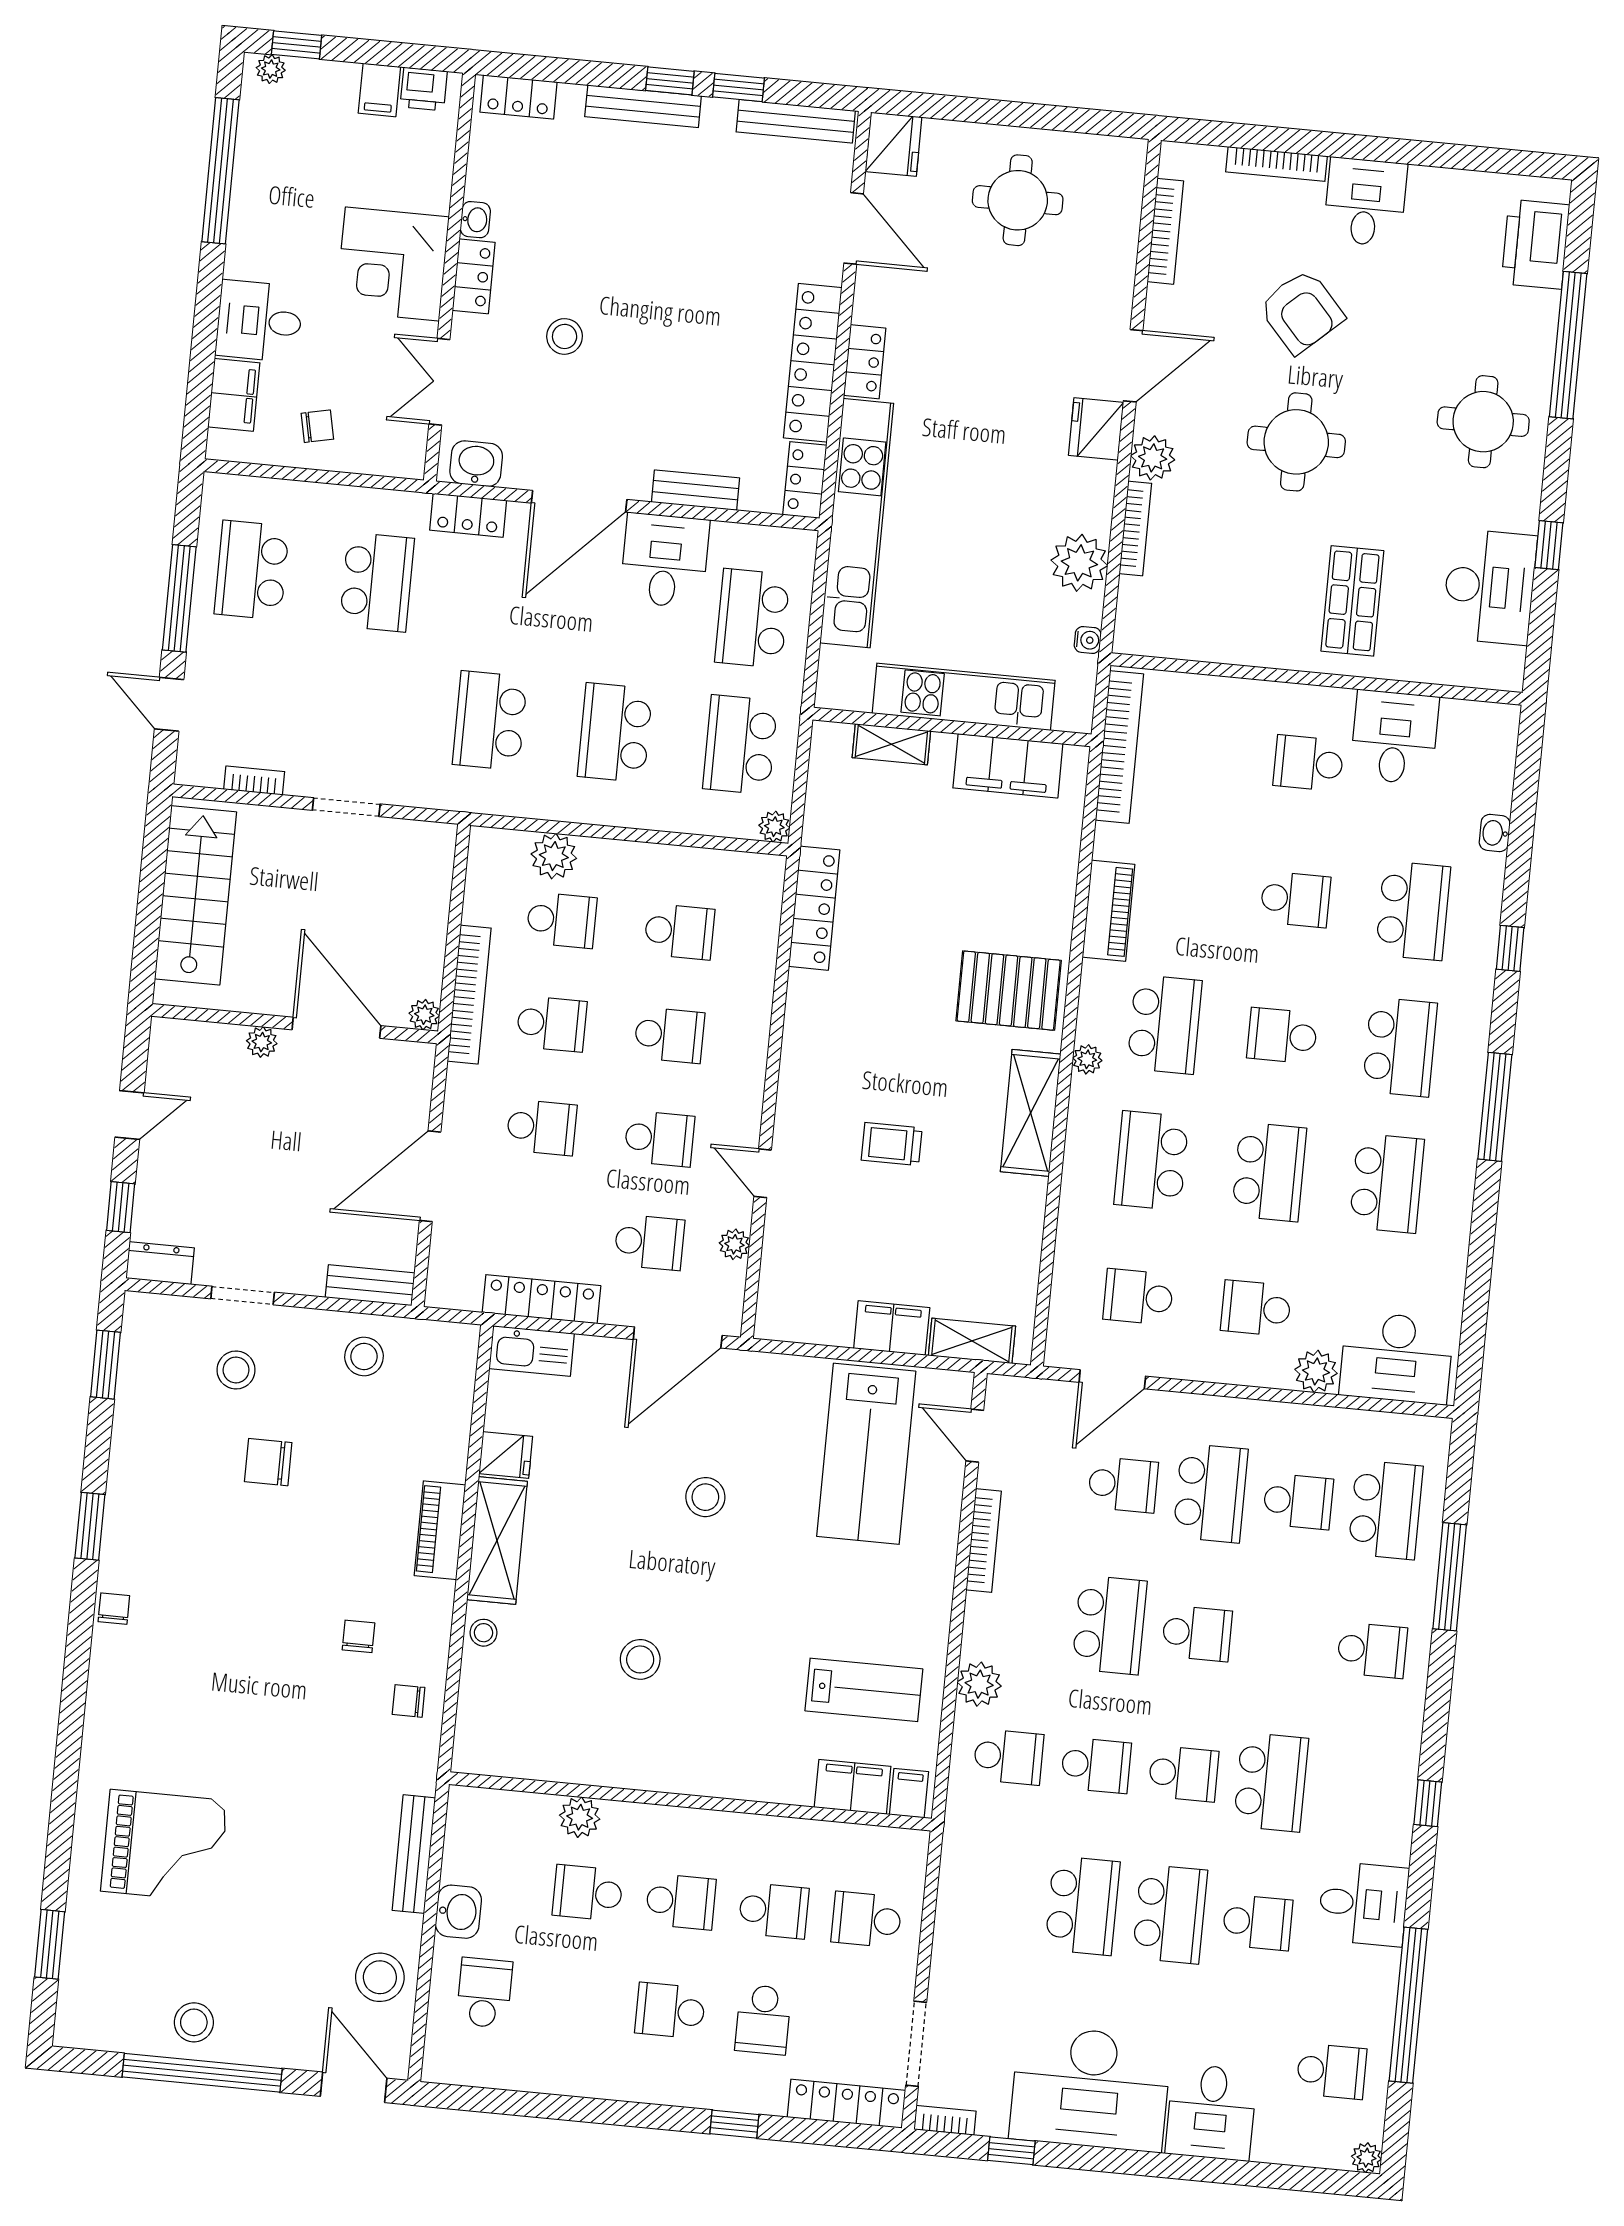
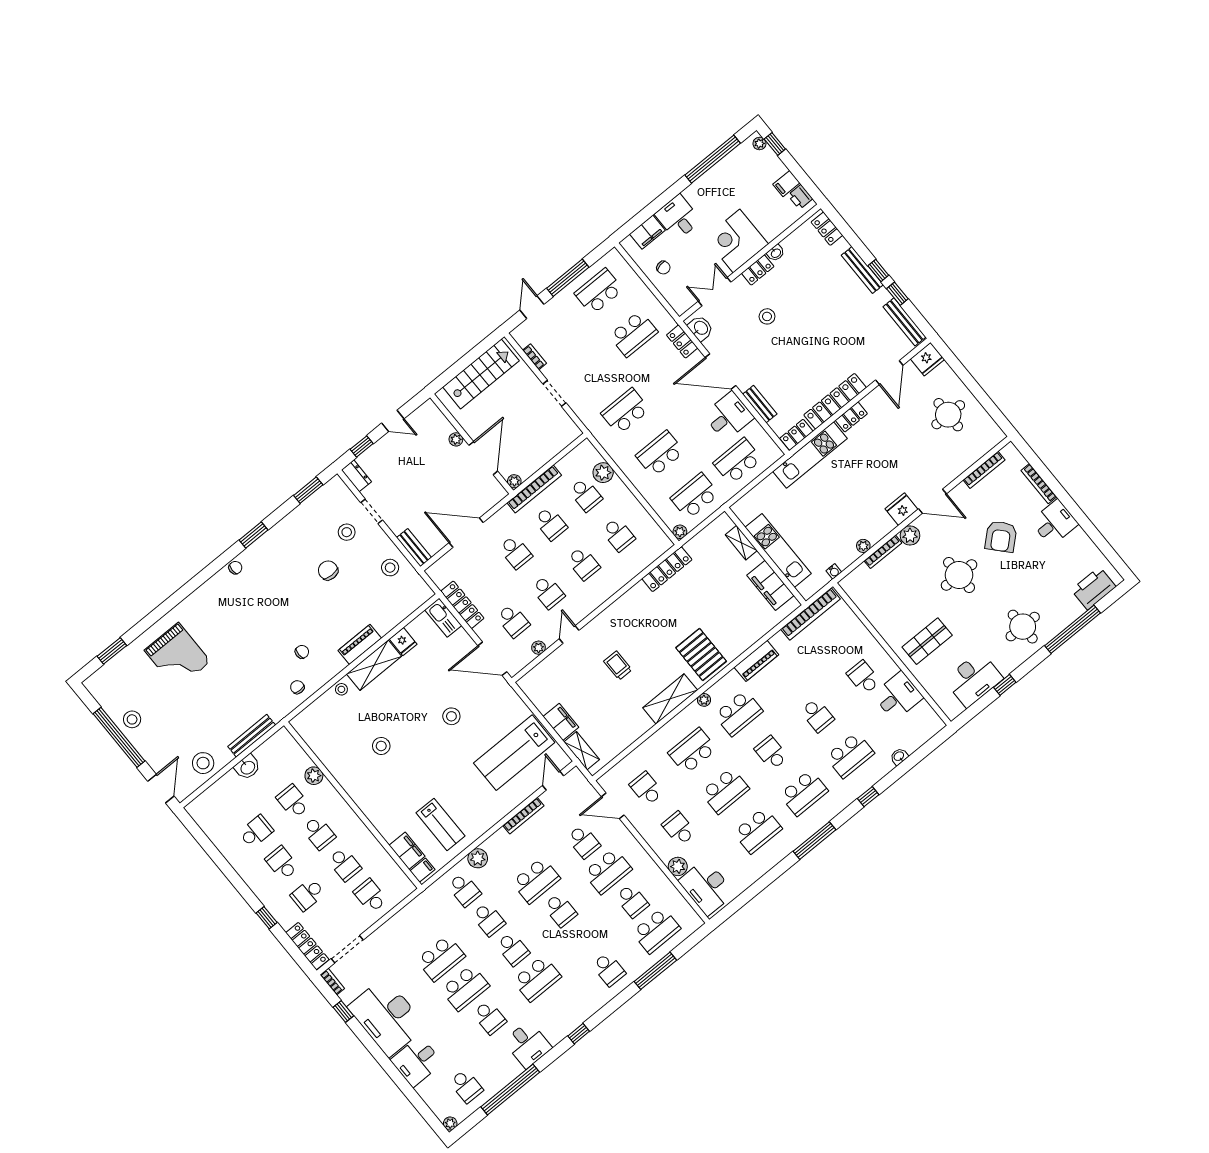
kitchen unit: (857, 523) -> (810, 455), width x0.73
plant: (1079, 563) -> (863, 546), width x0.53, depth x0.53
school desk: (484, 1993) -> (256, 832), moved

